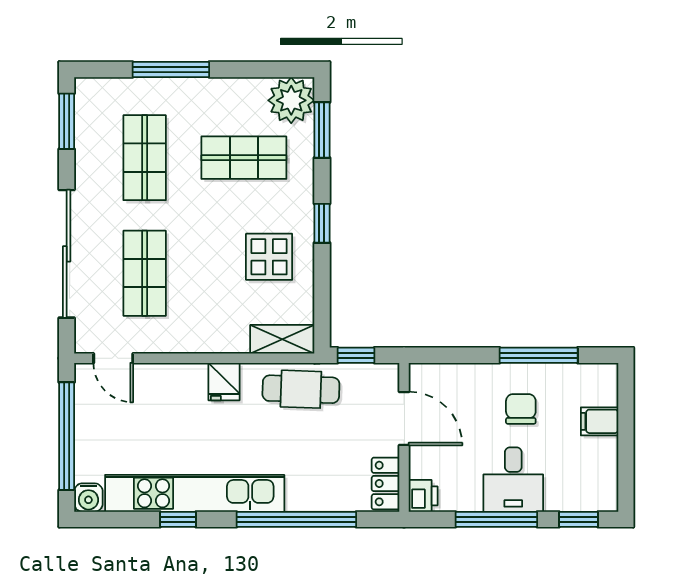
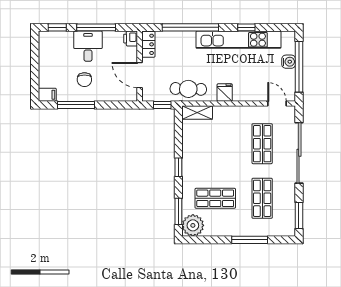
display table: (269, 257) -> (203, 151), removed
filing cabinet: (600, 421) -> (47, 95), moved
water cooler: (88, 498) -> (289, 62), moved, turned 90

